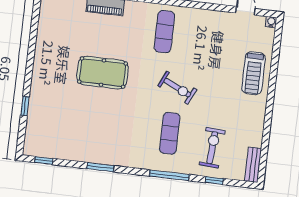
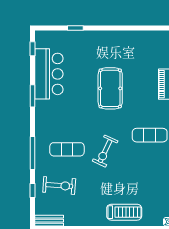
treadmill: (254, 73) -> (124, 212), turned 180
bar counter: (76, 144) -> (49, 74), added

